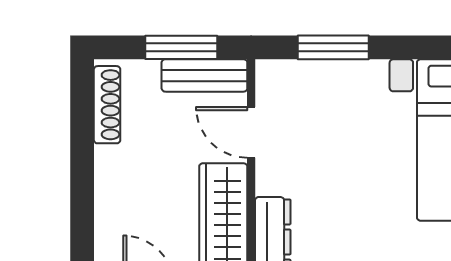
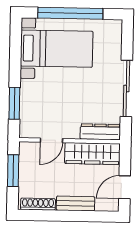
bench: (204, 75) -> (76, 203), moved, turned 90

